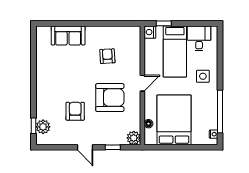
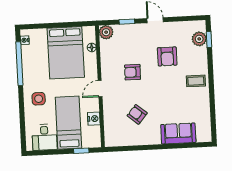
nightstand: (150, 32) -> (94, 119), moved
armchair: (107, 56) -> (137, 114), turned 133
coffee table: (48, 86) -> (196, 81), added
armchair: (110, 98) -> (133, 72), width x0.53, depth x0.53

